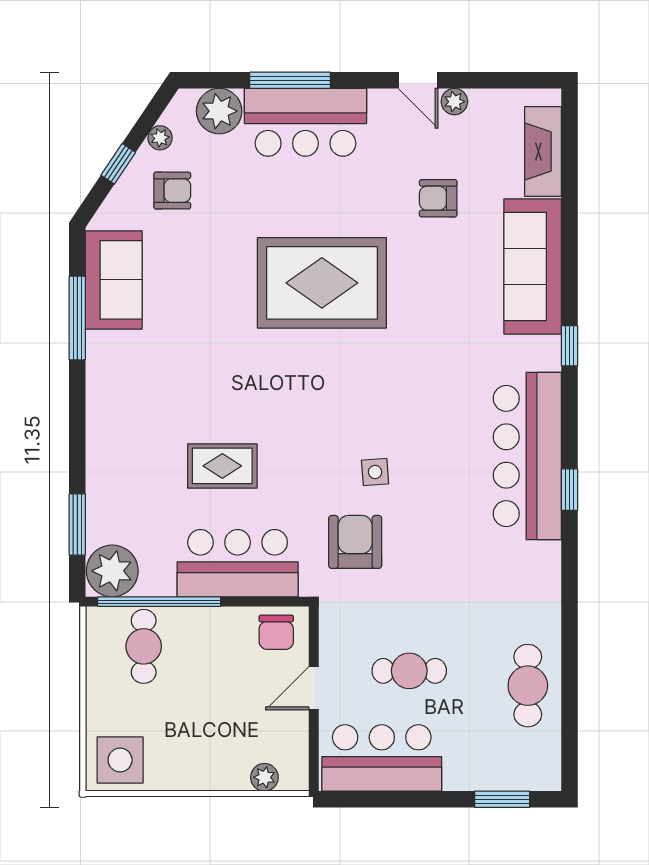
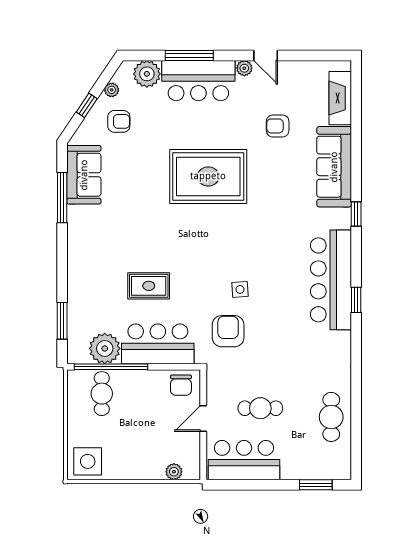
plant: (454, 102) -> (244, 68), moved
plant: (112, 571) -> (105, 348), moved

